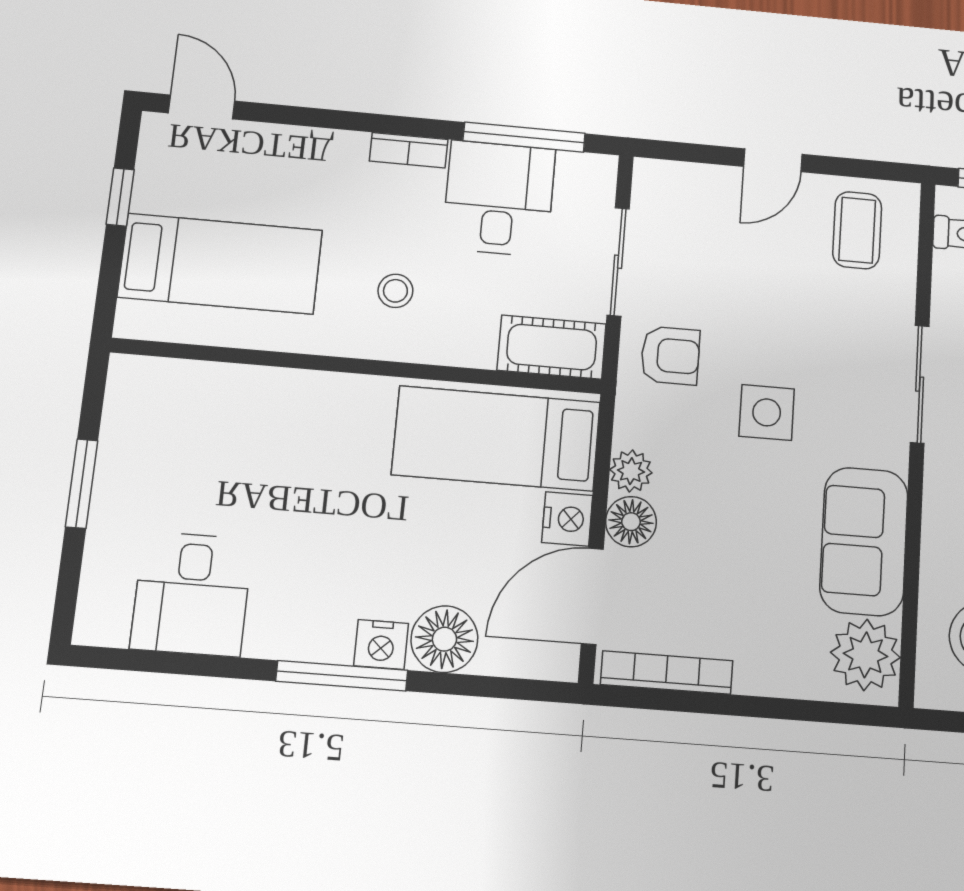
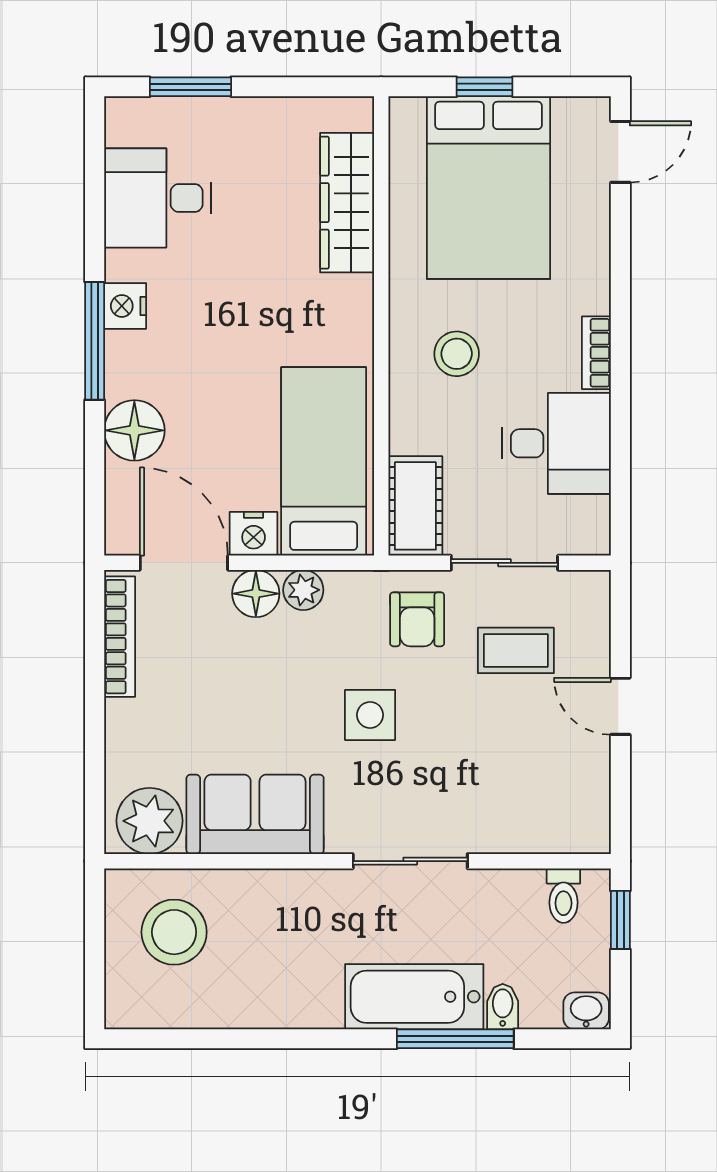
window: (524, 137) -> (620, 462), removed
window: (120, 197) -> (484, 87), moved
coffee table: (857, 230) -> (516, 650), moved
bed: (220, 264) -> (489, 188), width x1.50
stool: (395, 291) -> (457, 354), width x1.37, depth x1.37
wardrobe: (221, 390) -> (347, 203), added
window: (82, 484) -> (190, 87), moved
nightstand: (381, 645) -> (125, 306), moved

